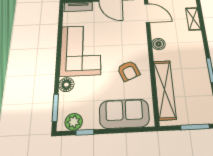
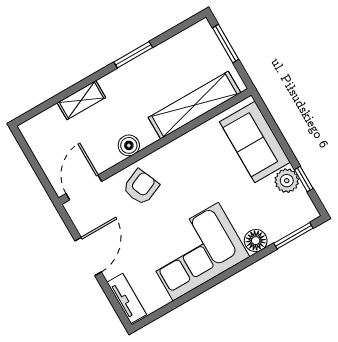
shelving: (193, 19) -> (81, 100), moved
armchair: (129, 71) -> (141, 187), moved
plant: (74, 122) -> (287, 181), moved

